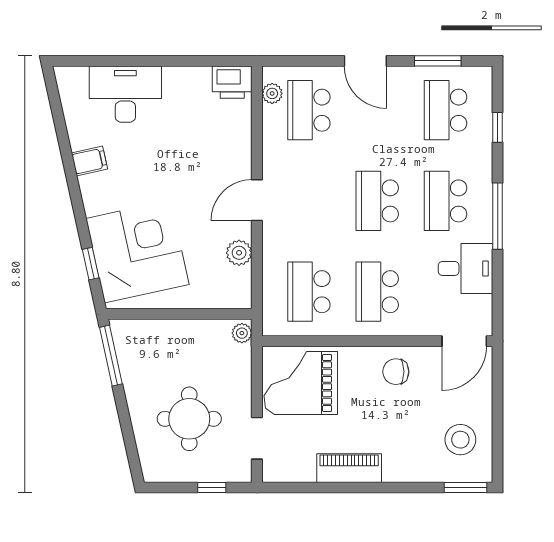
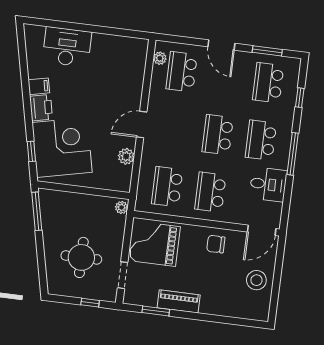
printer: (232, 82) -> (41, 108), moved, turned -102
stool: (460, 440) -> (256, 280), moved
window: (466, 487) -> (156, 311), moved

